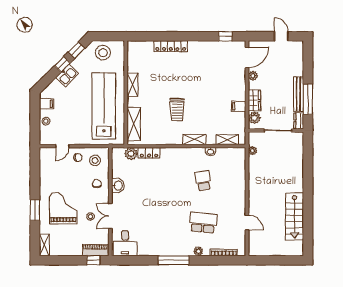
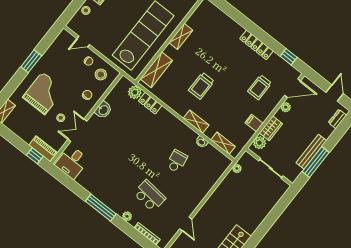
locker: (171, 46) -> (257, 45), moved
trolley: (222, 76) -> (260, 87), added
dresser: (299, 121) -> (337, 119), moved
window: (35, 210) -> (31, 61), moved

